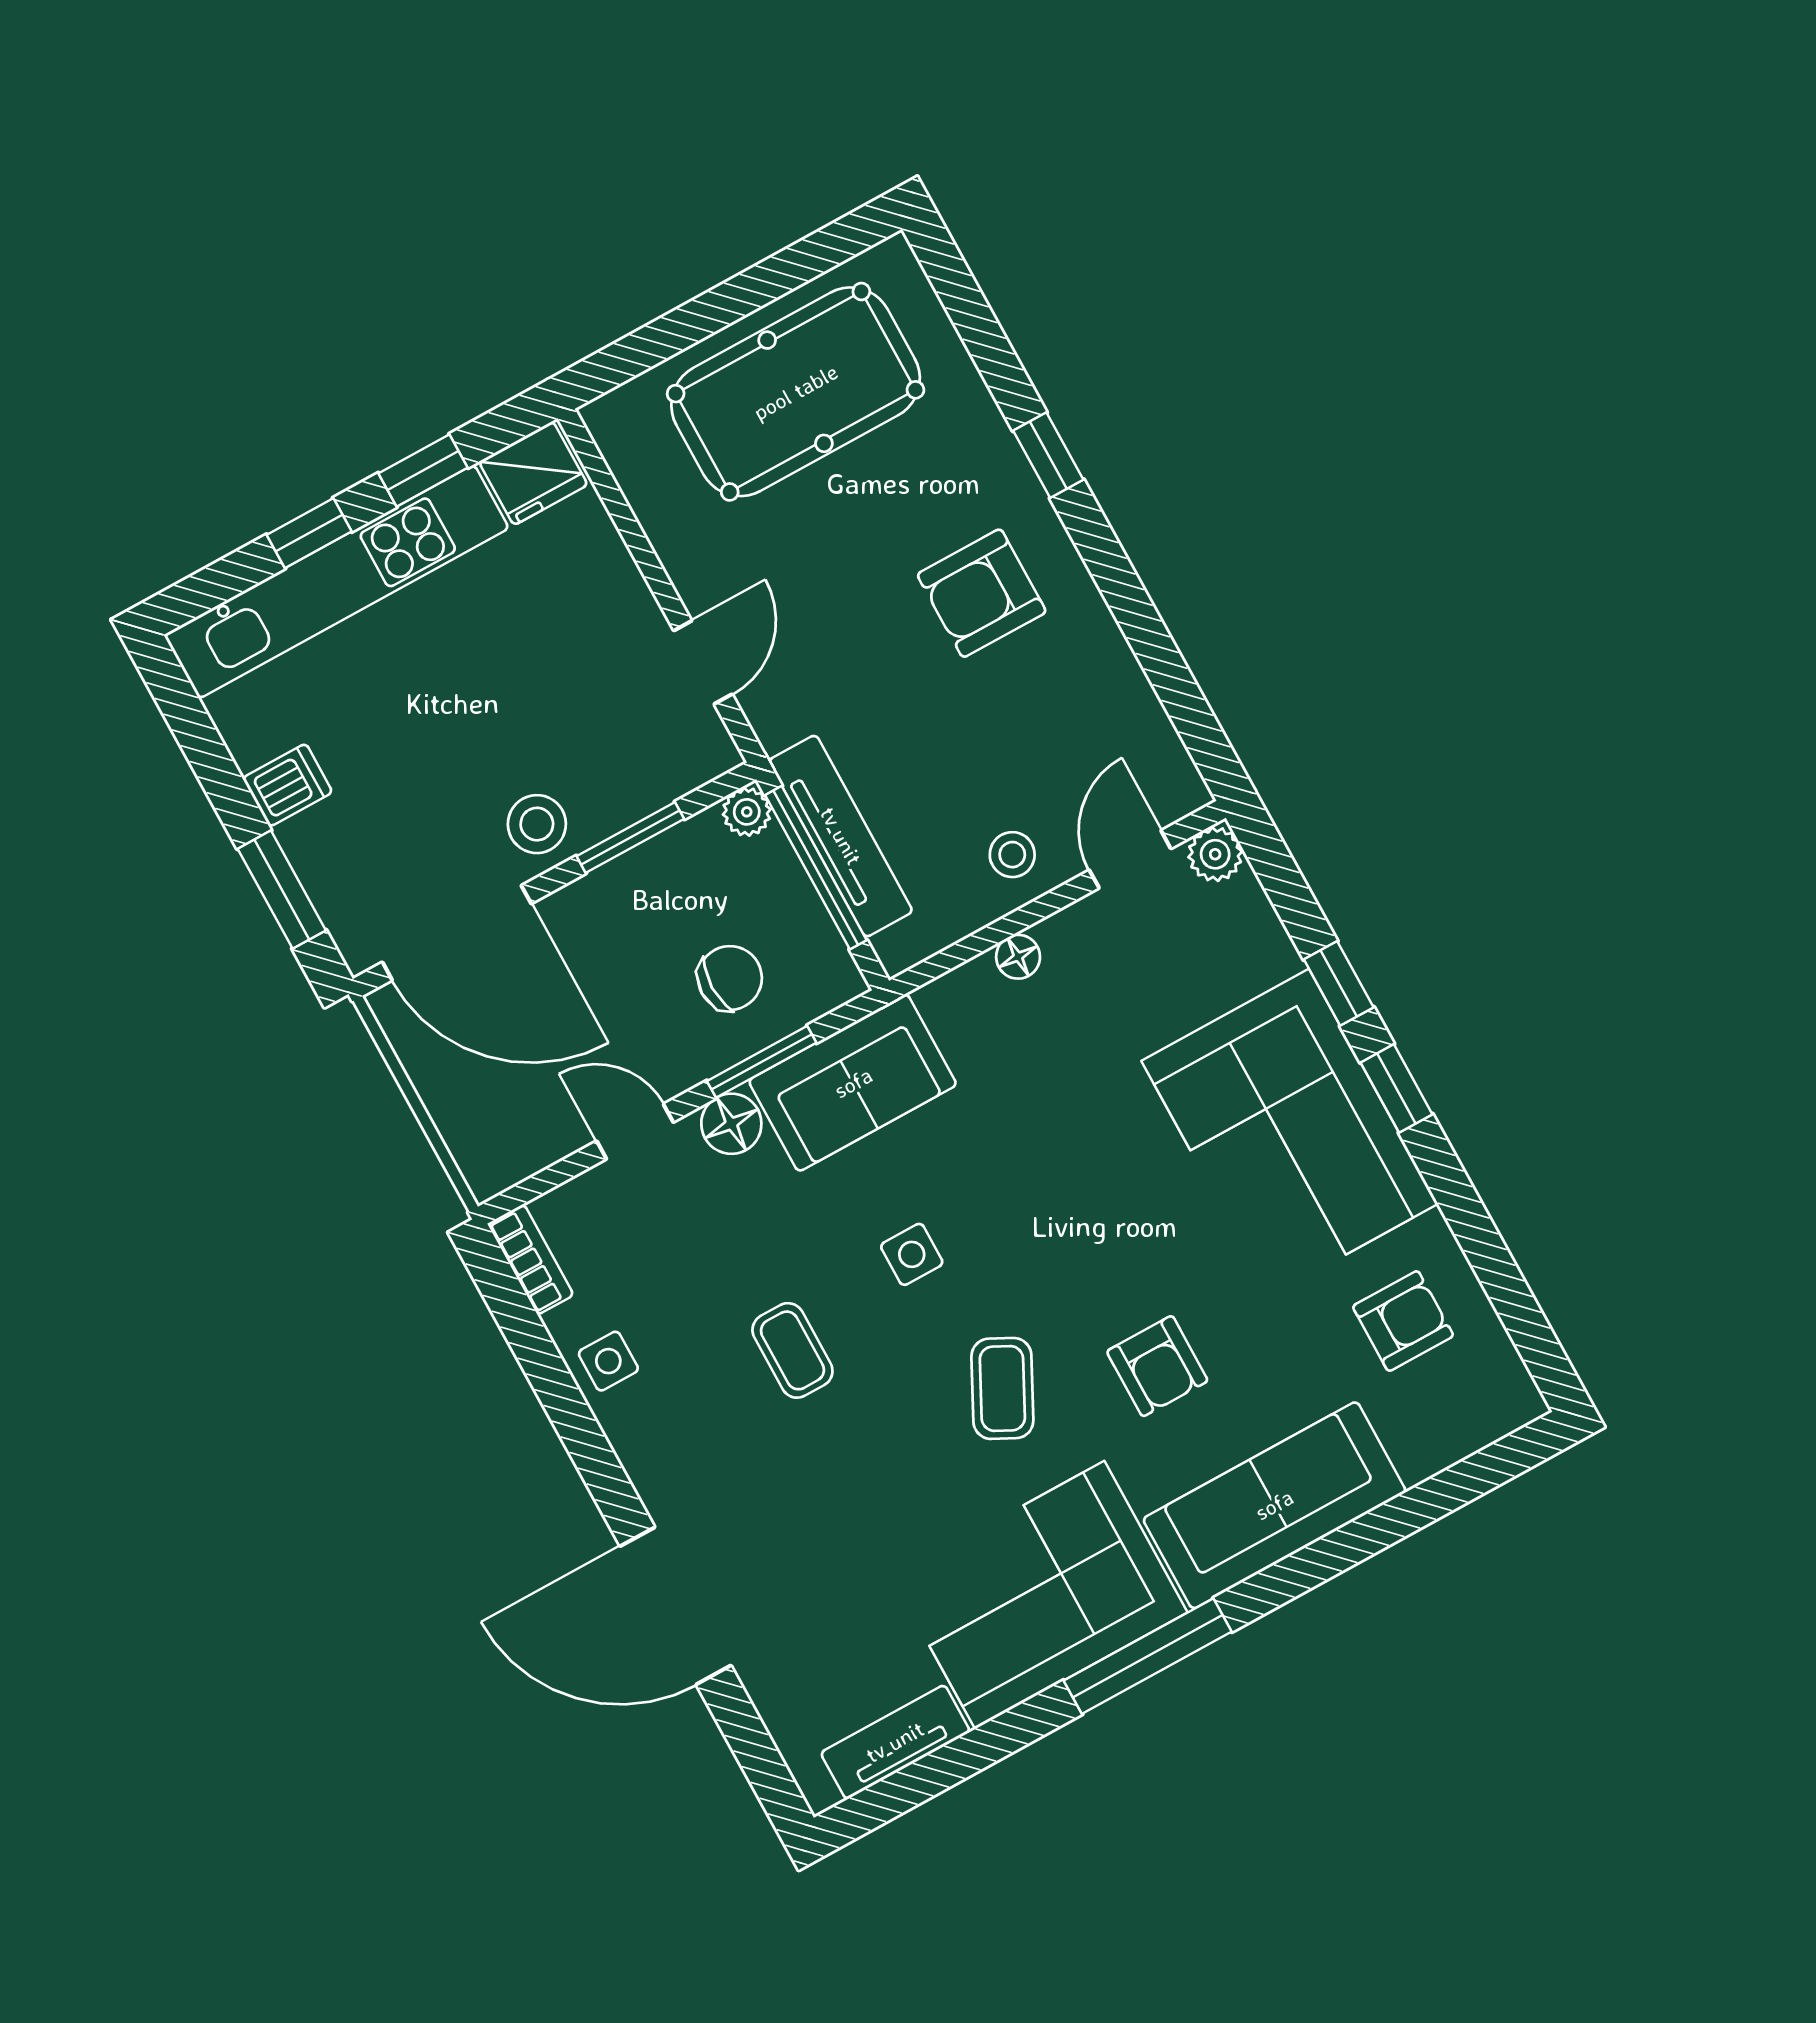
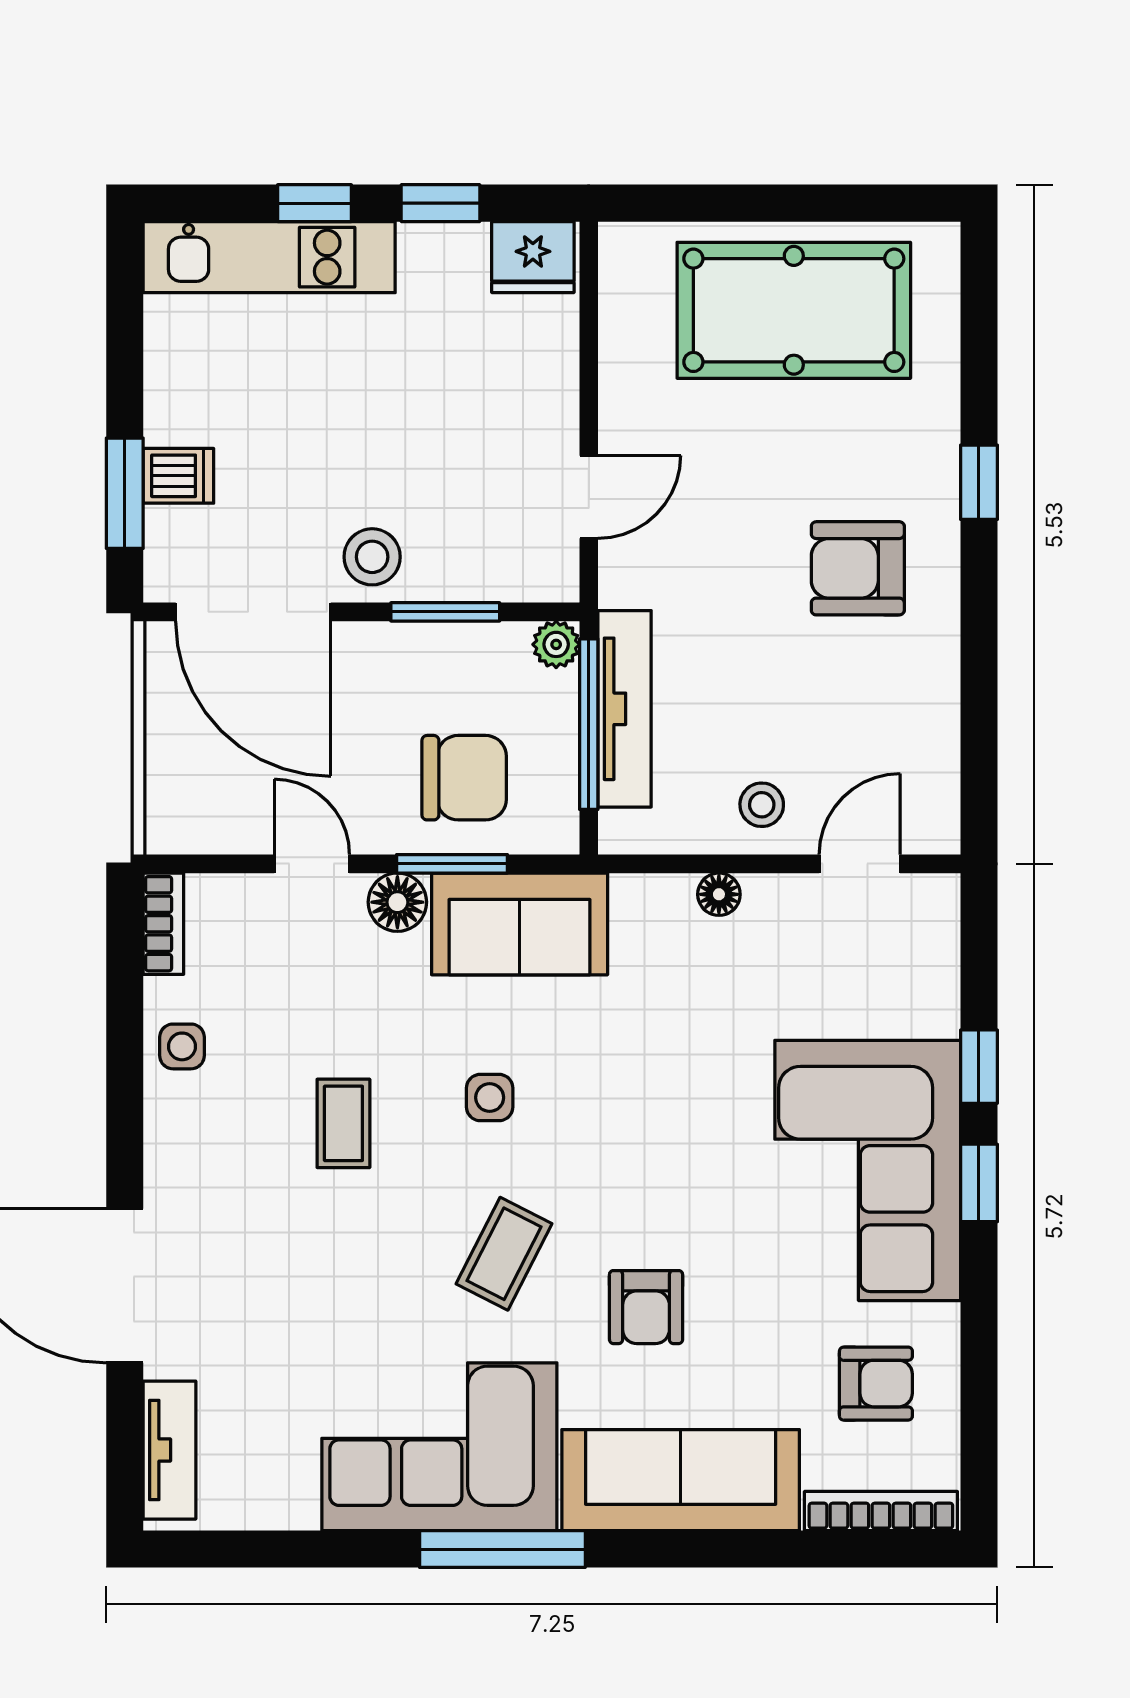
kitchen unit: (336, 582) -> (269, 257), width x0.73
dishwasher: (288, 785) -> (178, 476), moved
plant: (1215, 854) -> (934, 899), removed
chair: (730, 978) -> (464, 778), width x1.37, depth x1.37
bookcase: (1471, 1434) -> (881, 1511), added
tv unit: (895, 1742) -> (170, 1450), moved, turned 90

